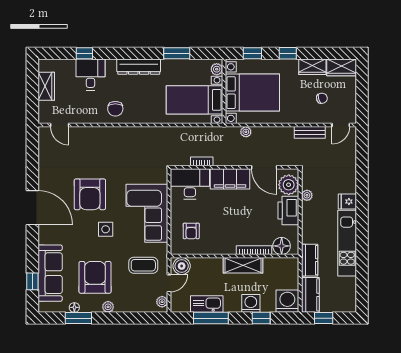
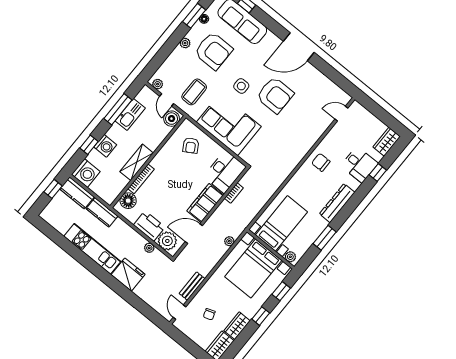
wardrobe: (46, 86) -> (387, 142), moved, turned 90
armchair: (90, 194) -> (275, 95), turned 180
fridge: (347, 201) -> (128, 275), width x1.88, depth x1.34
armchair: (191, 231) -> (191, 146), turned -121

